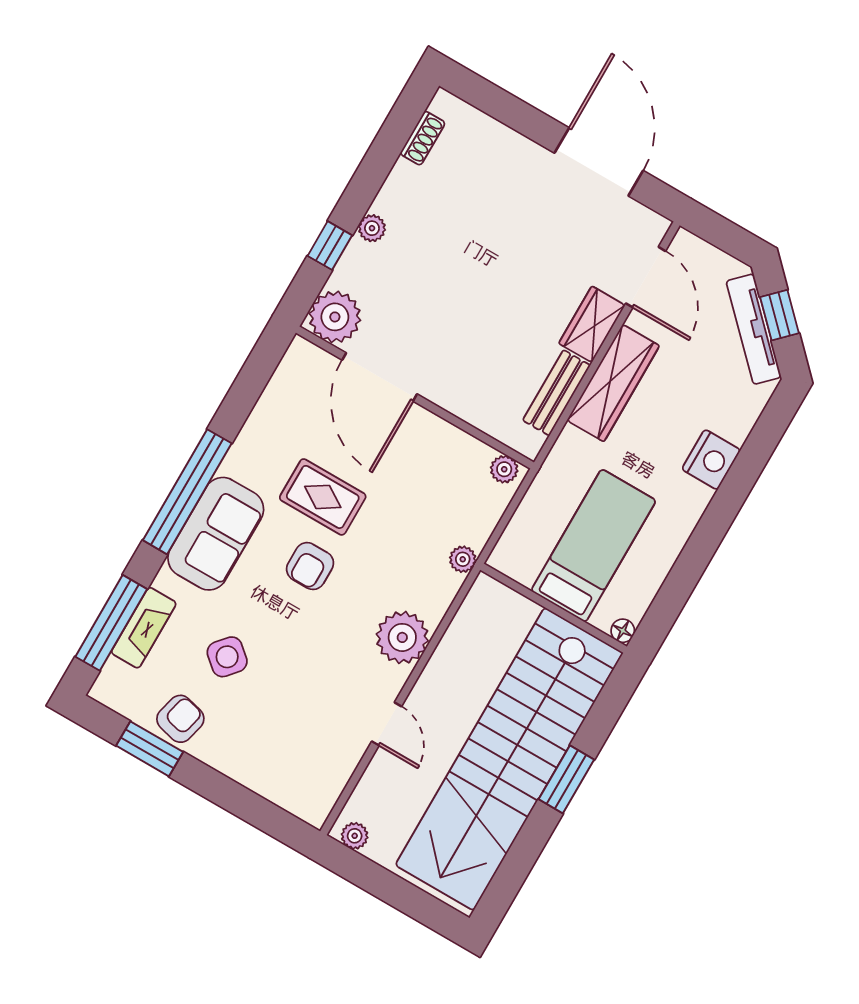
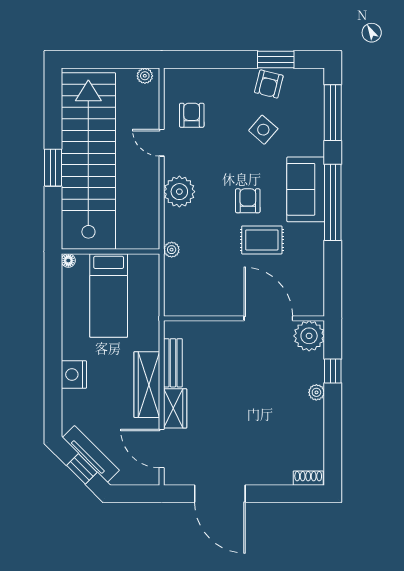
shoe rack: (423, 138) -> (308, 478), moved, turned 90
plant: (504, 469) -> (177, 308), removed
fireplace: (144, 628) -> (315, 120), removed
armchair: (320, 739) -> (192, 115), added

